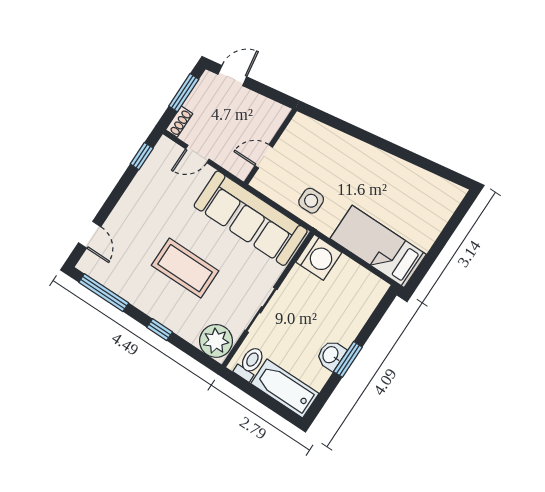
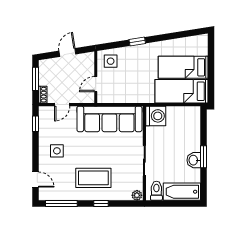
door: (232, 76) -> (67, 52), moved
window: (362, 135) -> (137, 41), added
side table: (311, 201) -> (111, 61), moved
side table: (147, 214) -> (57, 151), added
bed: (403, 214) -> (183, 67), added
coffee table: (185, 268) -> (93, 178), moved
plant: (216, 341) -> (137, 195), width x0.53, depth x0.53

